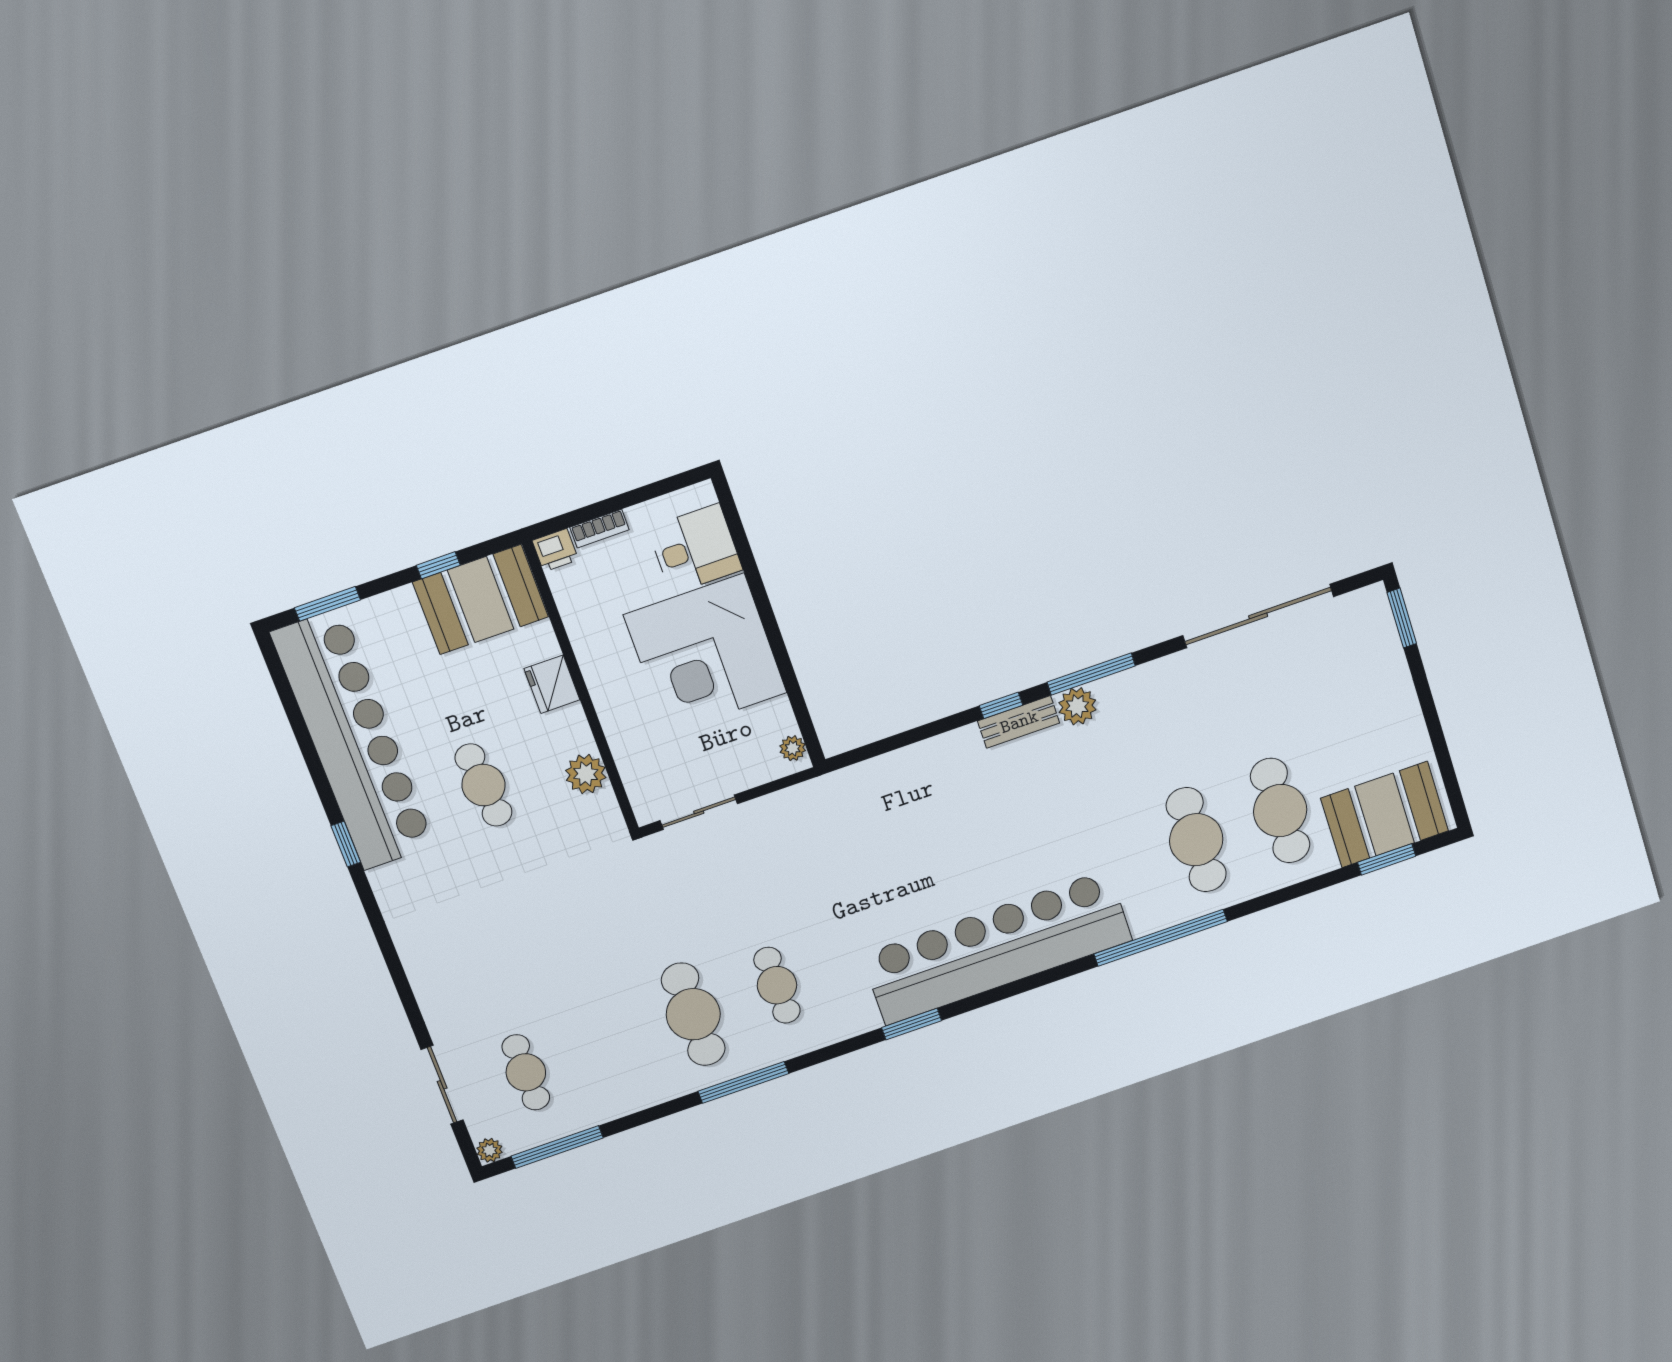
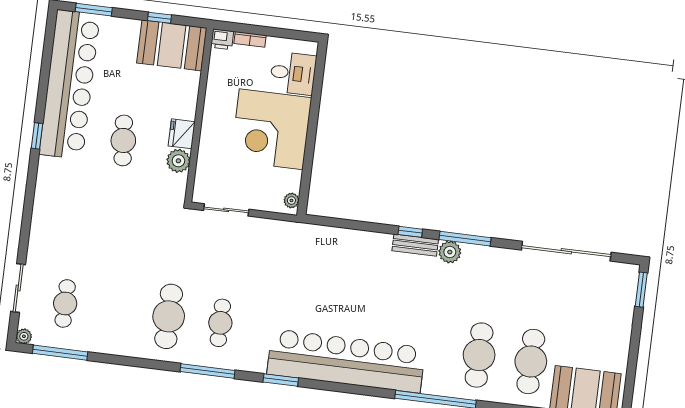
fridge: (552, 684) -> (182, 134), moved
window: (743, 1082) -> (208, 371), moved

